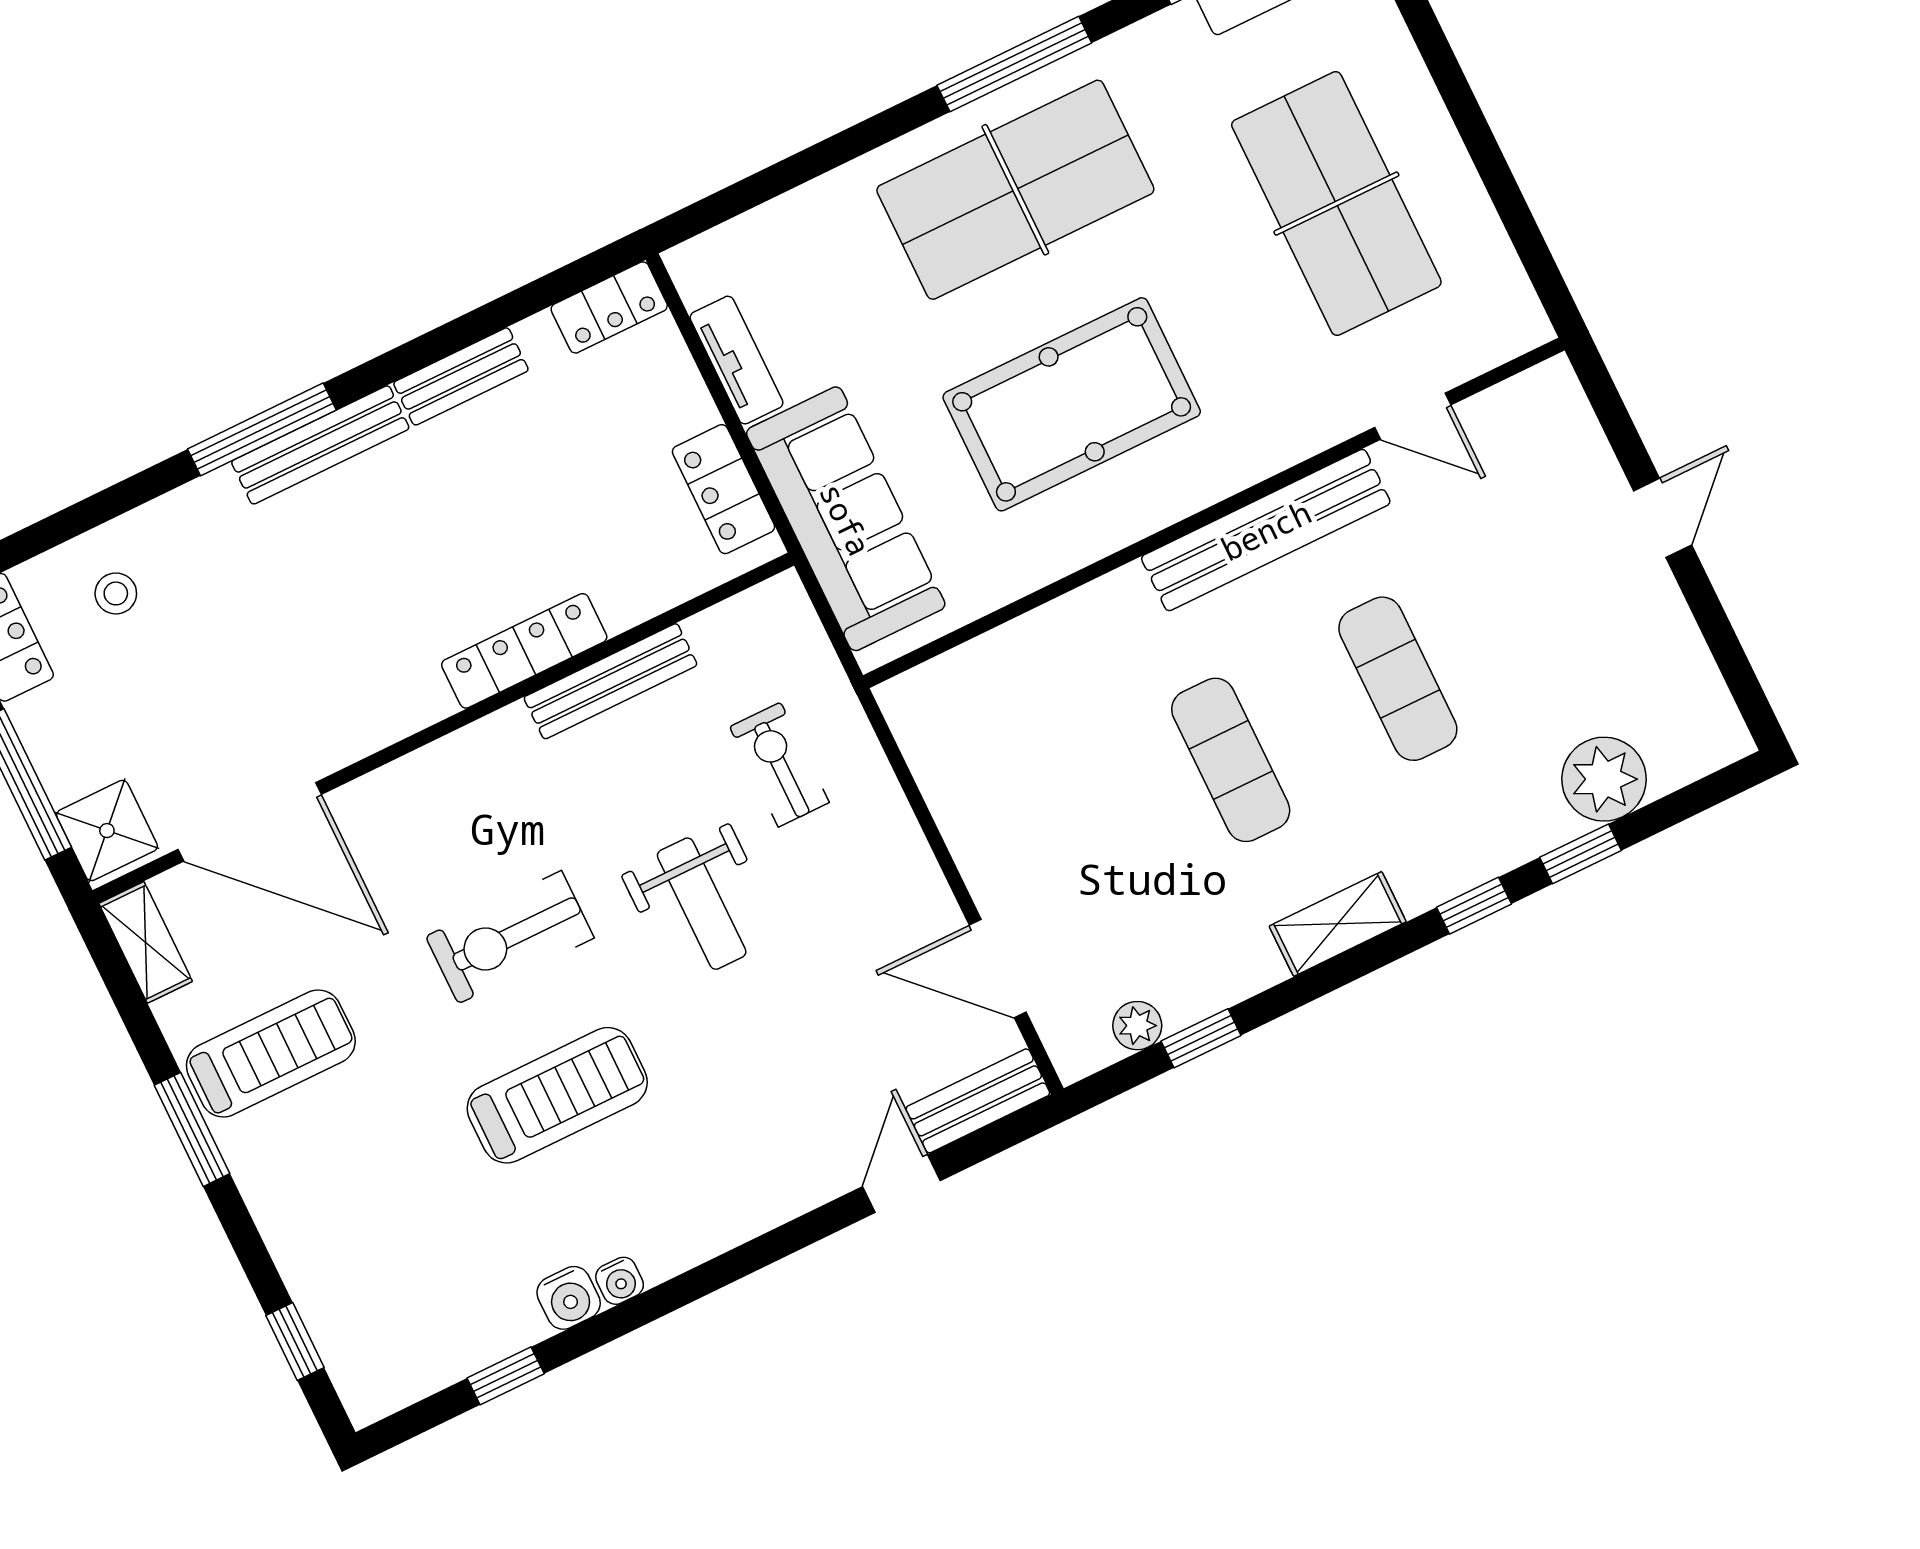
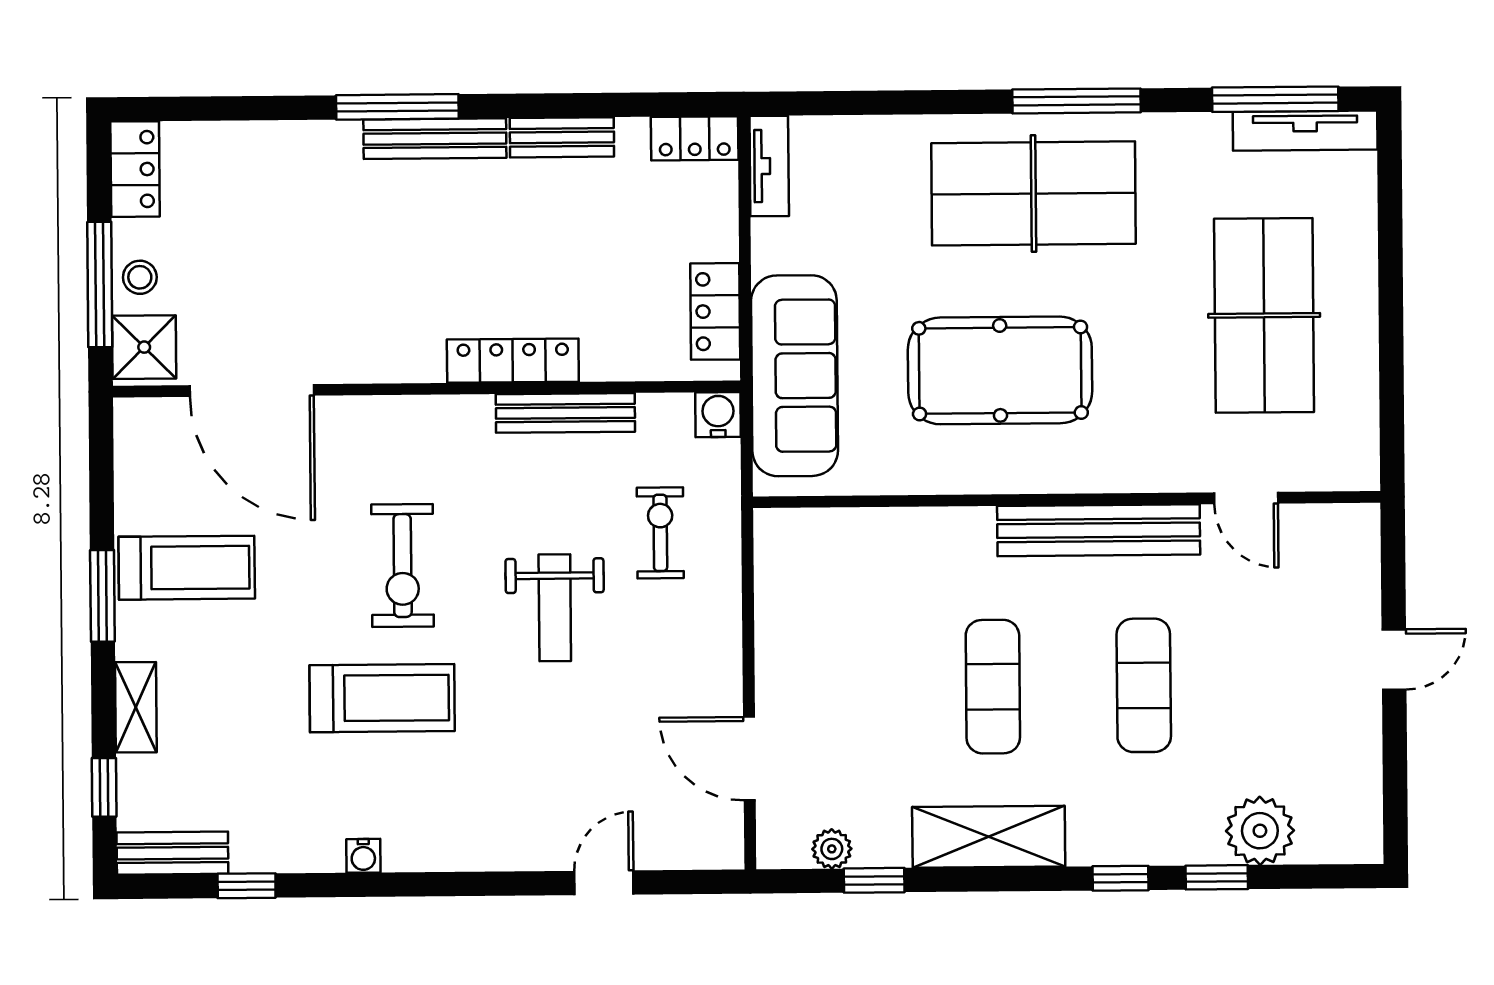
tv unit: (736, 360) -> (769, 166), moved
stool: (116, 593) -> (140, 277), moved
shelving: (1338, 924) -> (989, 837), width x1.50, depth x1.33
exercise bike: (510, 937) -> (403, 566), turned -90
shelving: (146, 942) -> (136, 707), moved
bench: (978, 1101) -> (172, 853), moved
water cooler: (569, 1298) -> (718, 415), moved, turned 180

